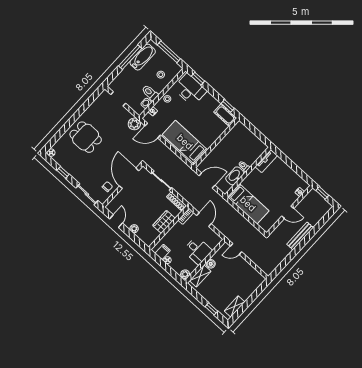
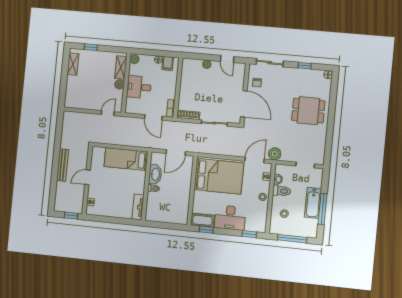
bathtub: (143, 57) -> (313, 203), moved
desk: (190, 90) -> (230, 218), moved
bed: (185, 142) -> (219, 176), width x1.50
wardrobe: (164, 222) -> (186, 90), removed

